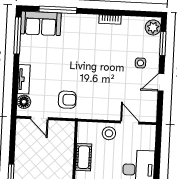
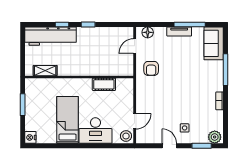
window: (58, 10) -> (226, 70), moved
window: (17, 36) -> (190, 24), moved
tv unit: (24, 79) -> (179, 31), moved
stool: (109, 133) -> (126, 136), moved

